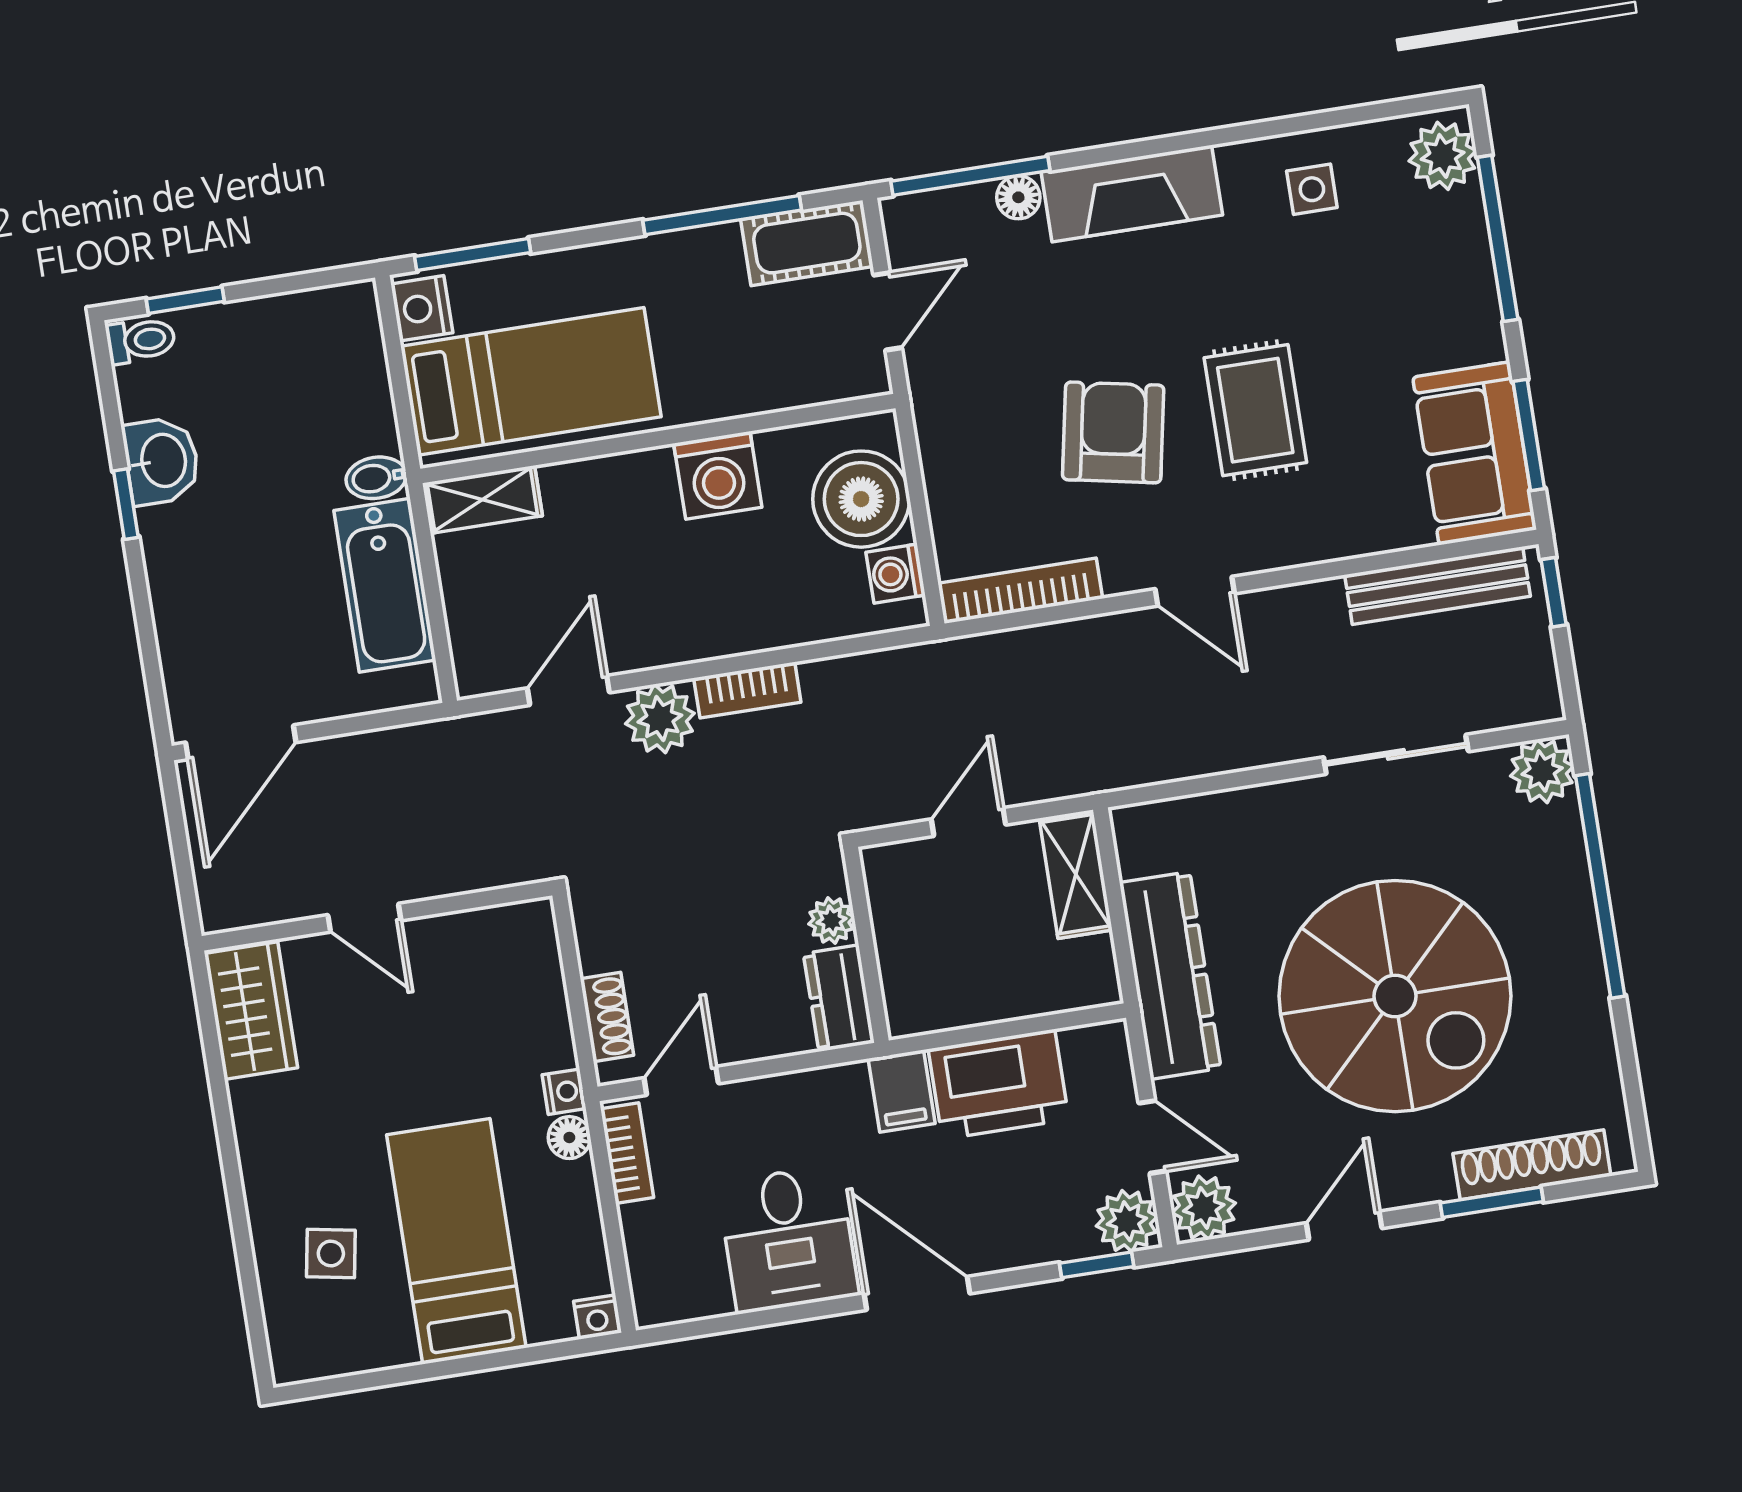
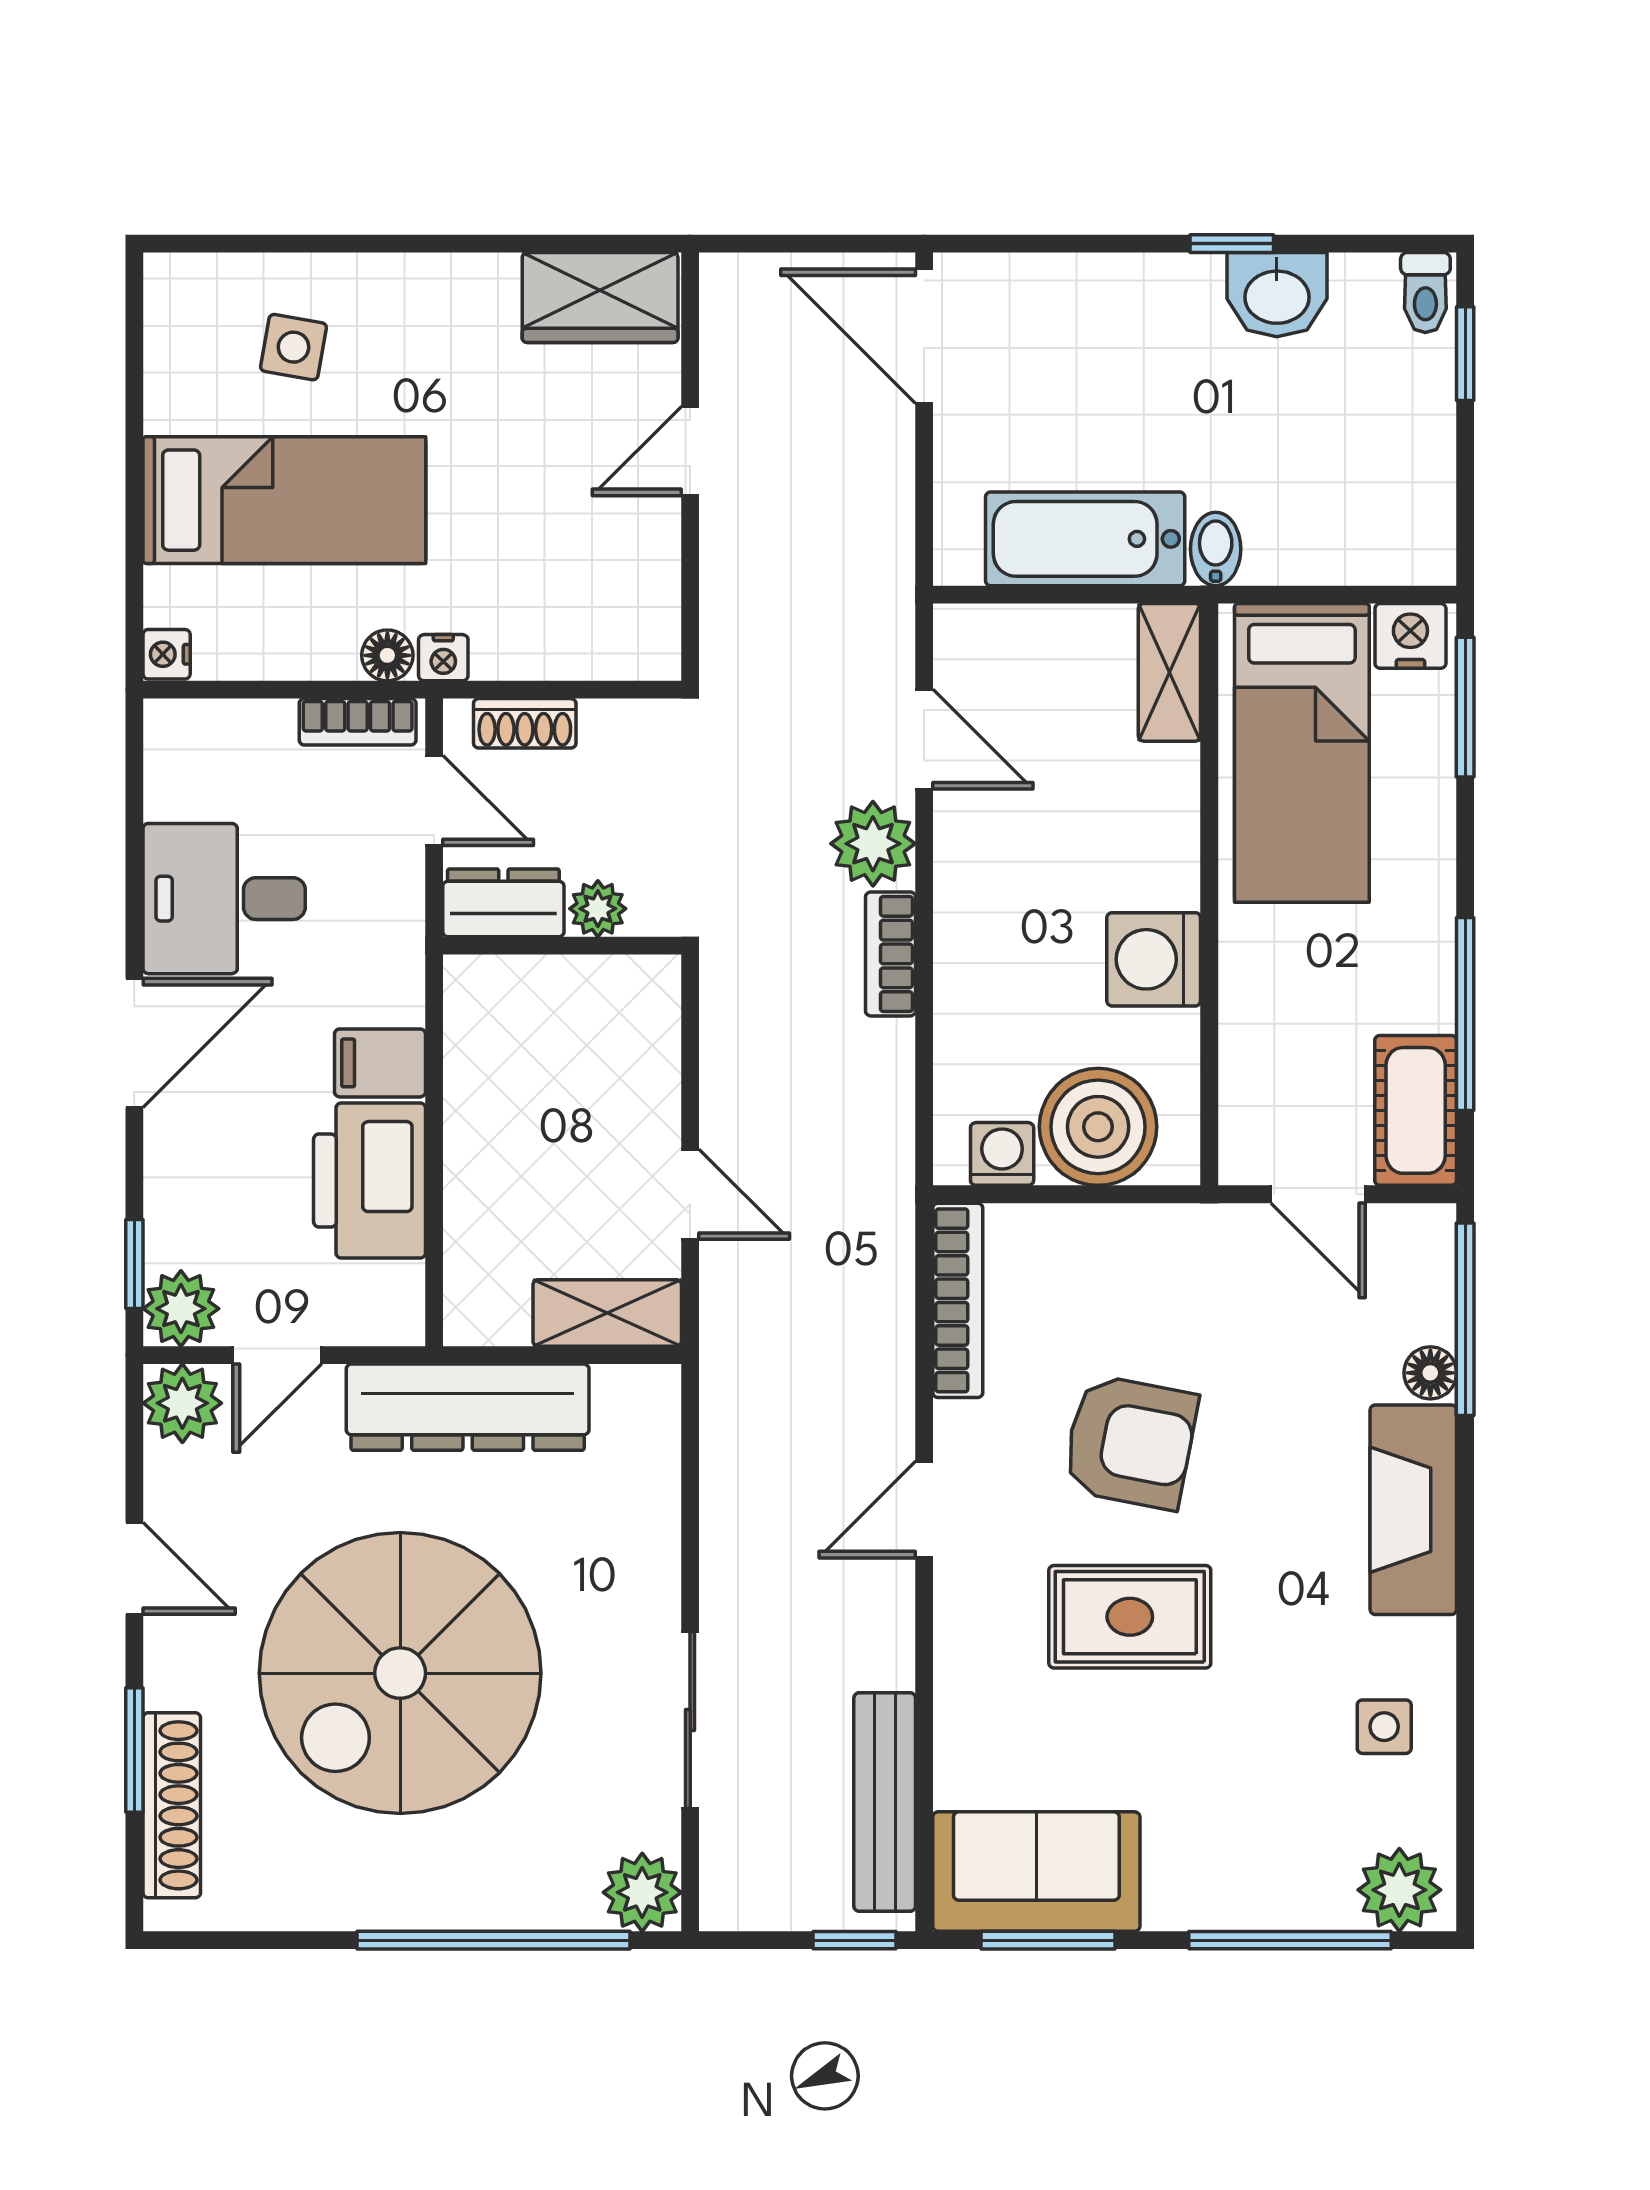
plant: (831, 921) -> (598, 909), moved
wall: (866, 945) -> (562, 946), moved
dresser: (839, 998) -> (503, 903), moved

